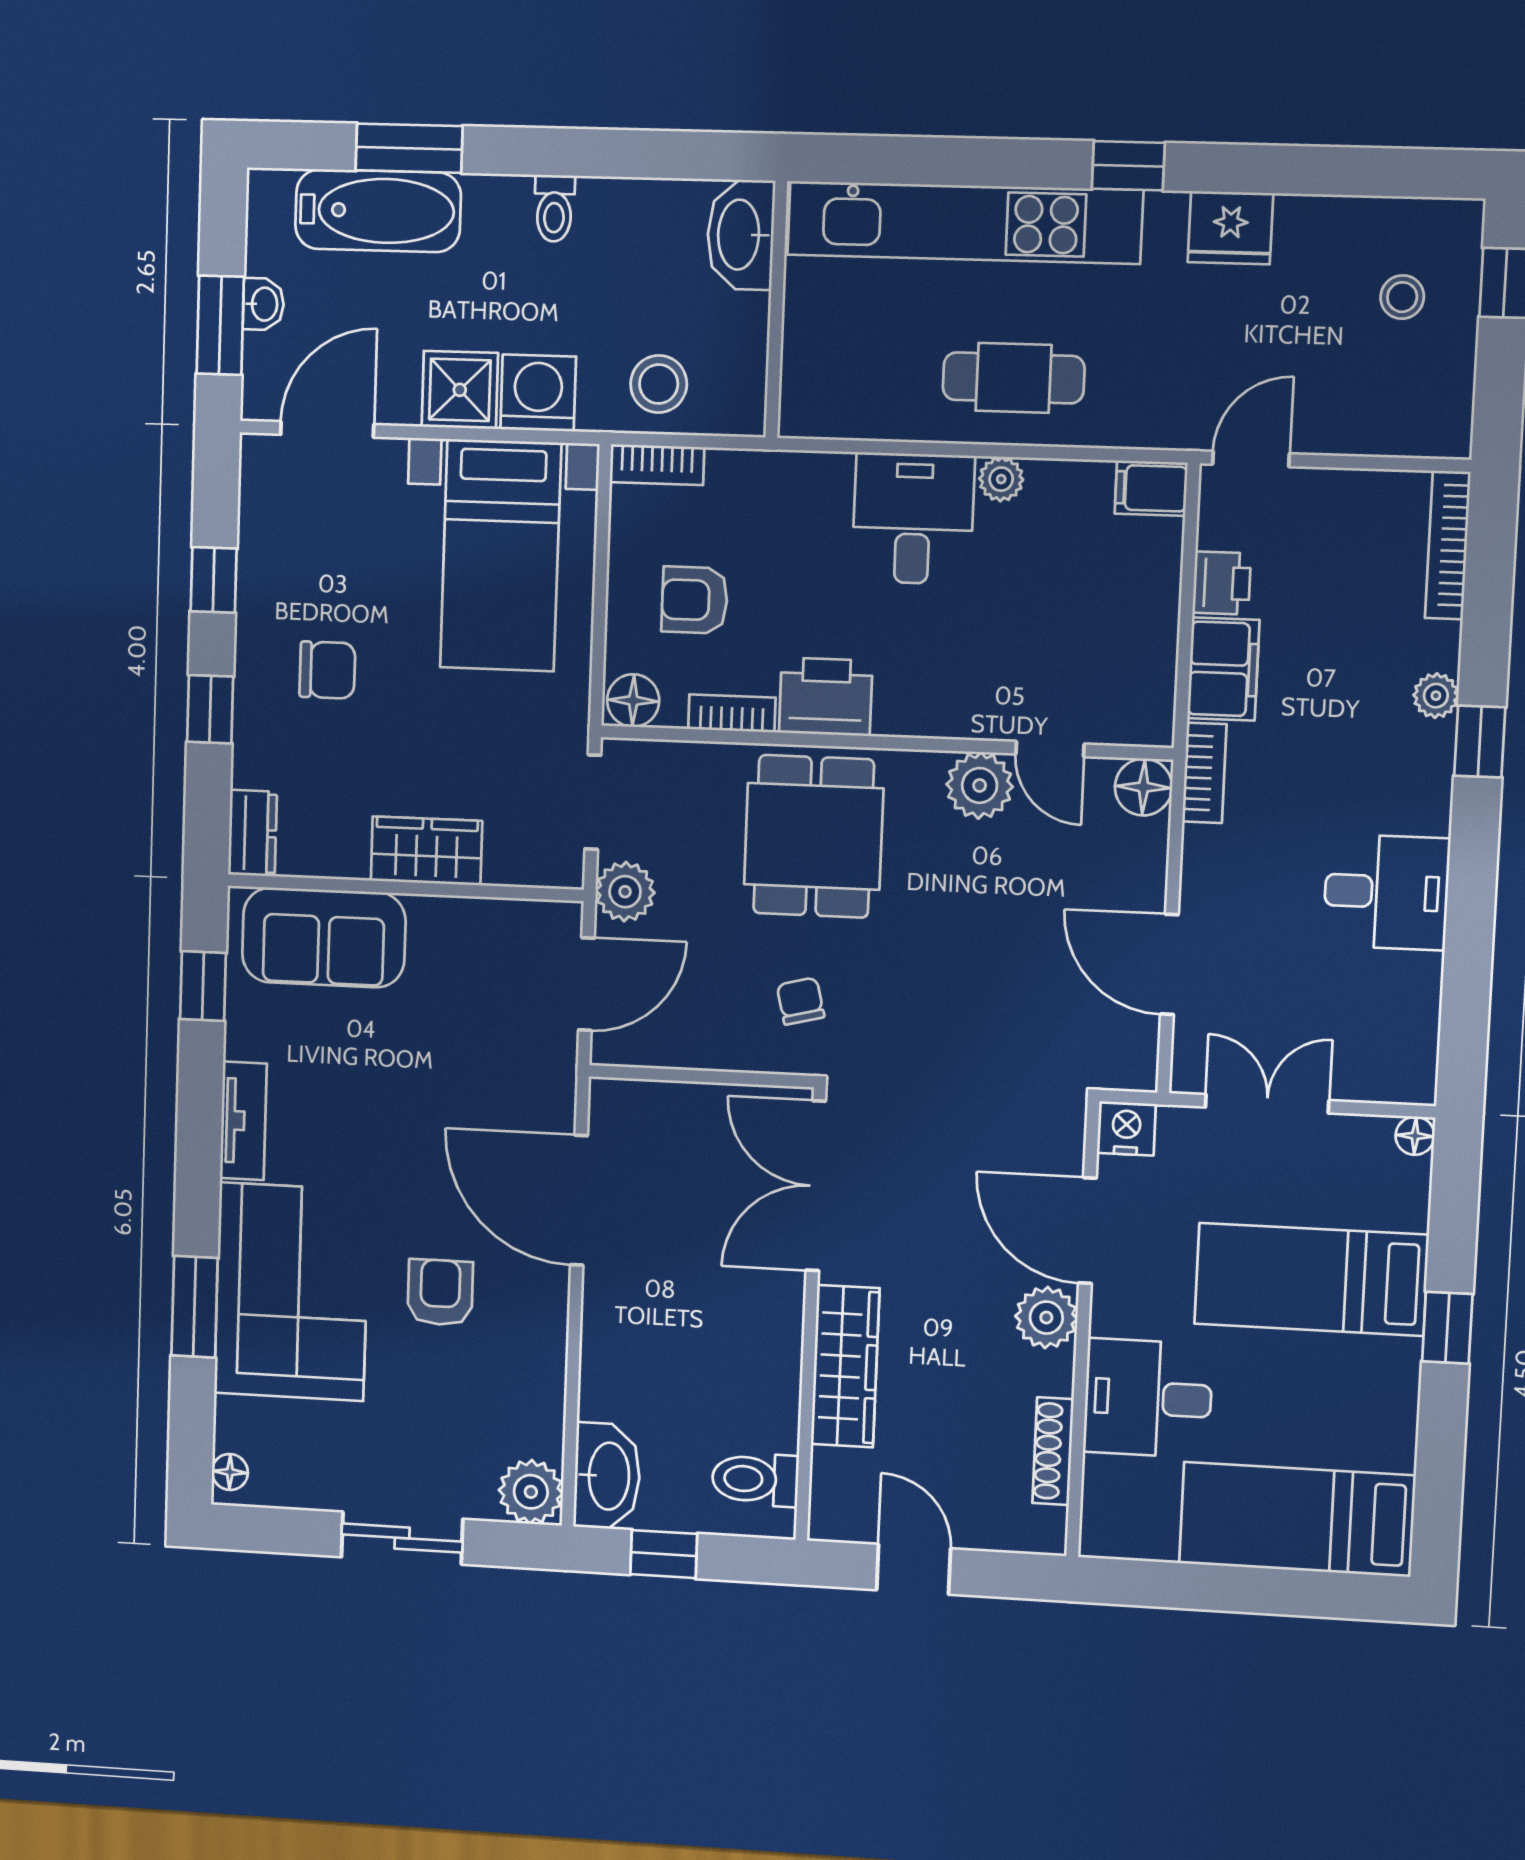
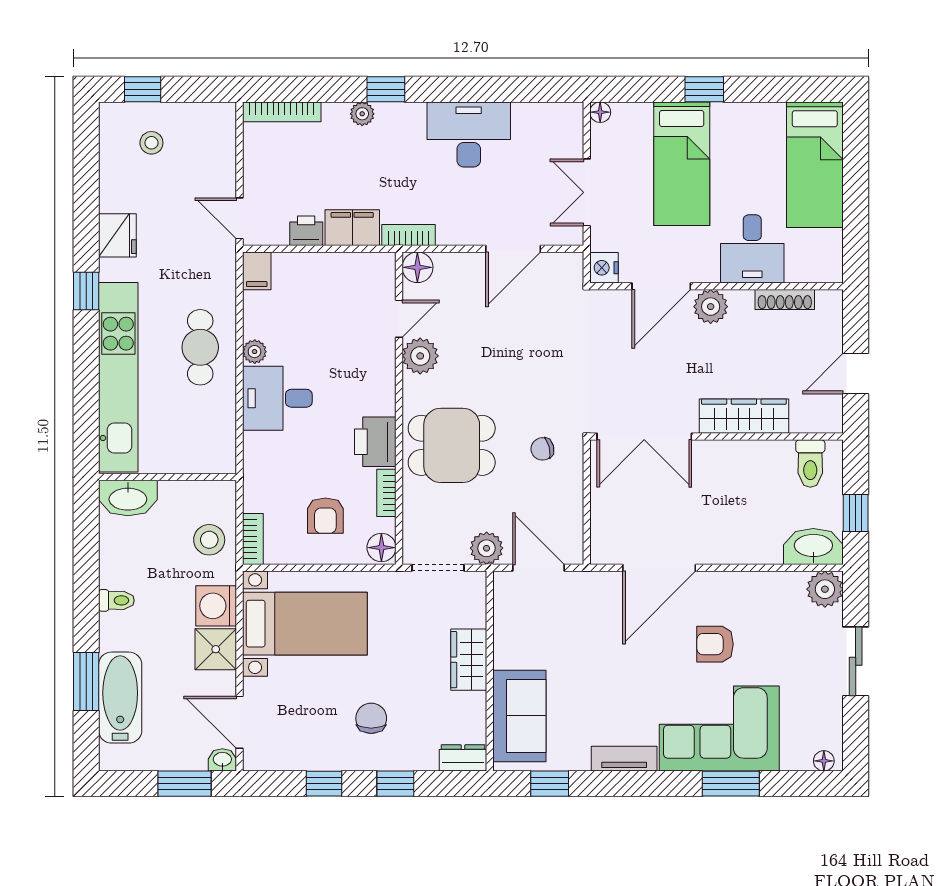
washbasin: (263, 304) -> (222, 760), moved
desk: (1386, 892) -> (469, 134), width x1.37

